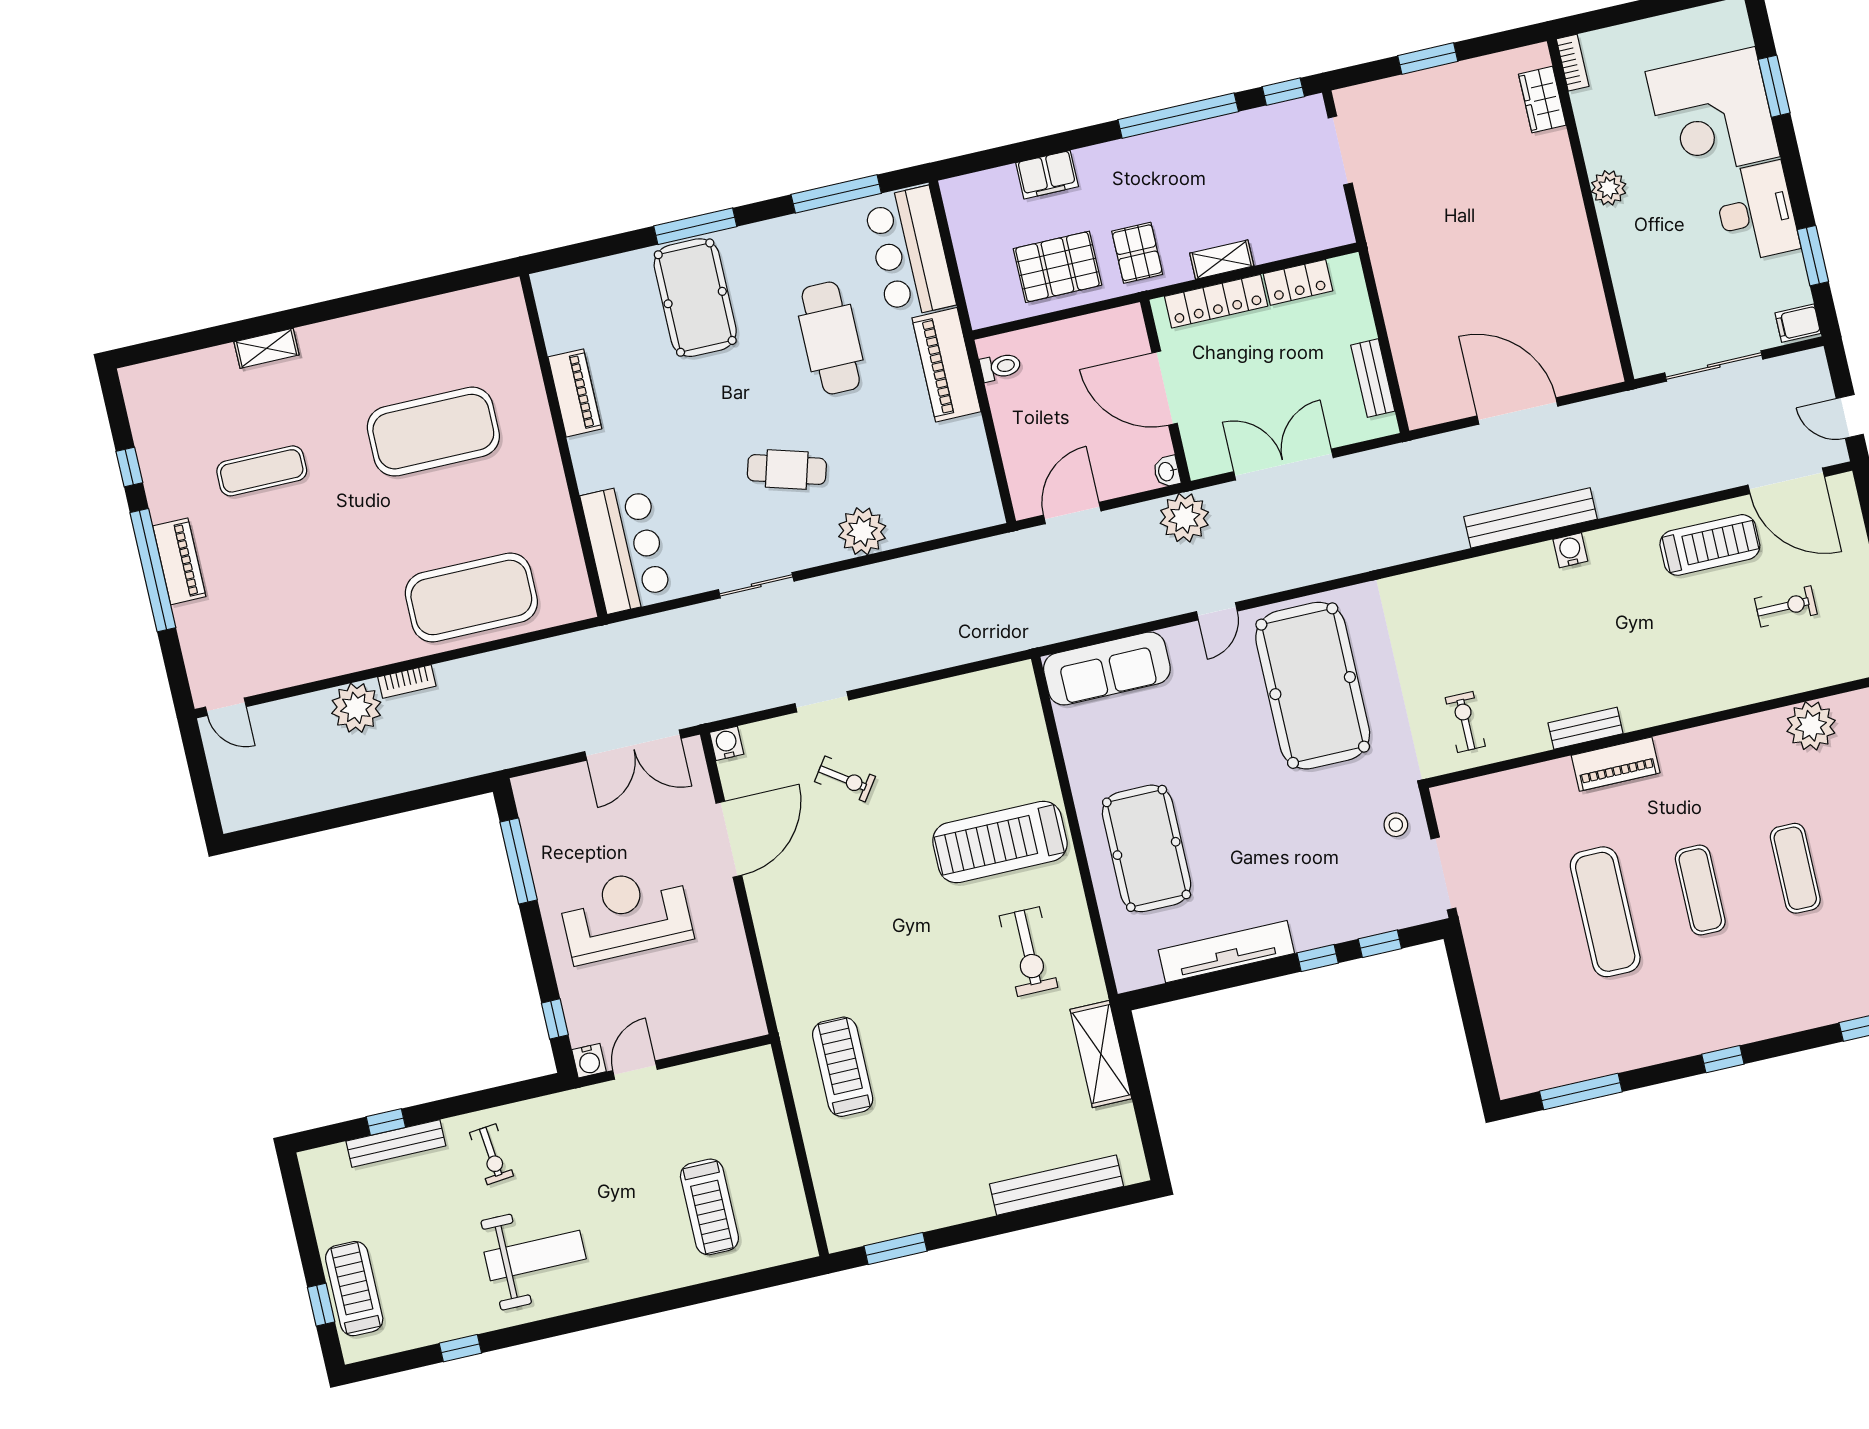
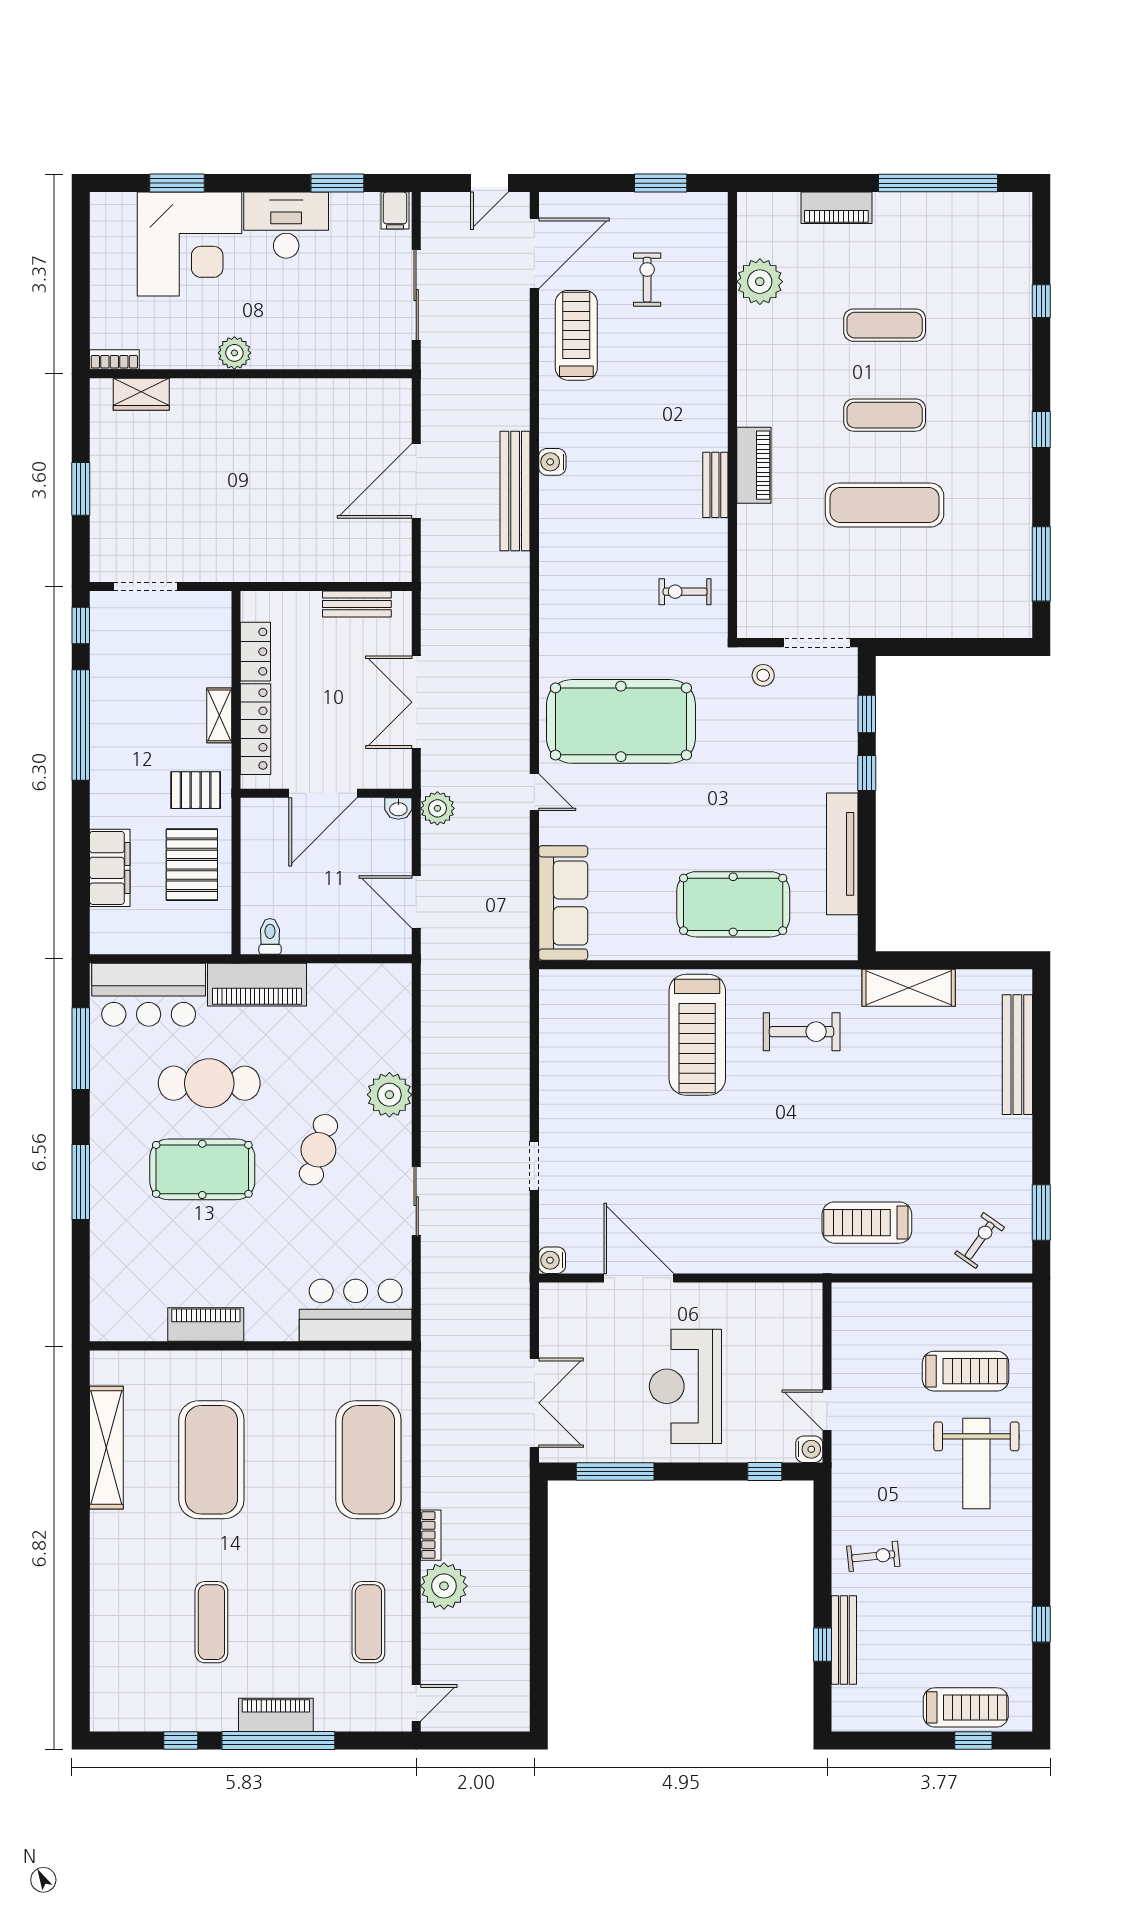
filing cabinet: (1047, 175) -> (110, 868), width x1.50, depth x1.17
pool table: (695, 298) -> (202, 1169), moved
shelving: (267, 348) -> (106, 1448), moved, width x2.20, depth x1.33
plant: (1184, 518) -> (437, 808), width x0.73, depth x0.73
exercise mat: (300, 637) -> (368, 1622), added
double door: (633, 745) -> (534, 1403), moved
exercise bike: (845, 779) -> (980, 1240), moved
weight bench: (535, 1255) -> (976, 1464), moved, turned 180
treadmill: (354, 1289) -> (966, 1707), turned 180

